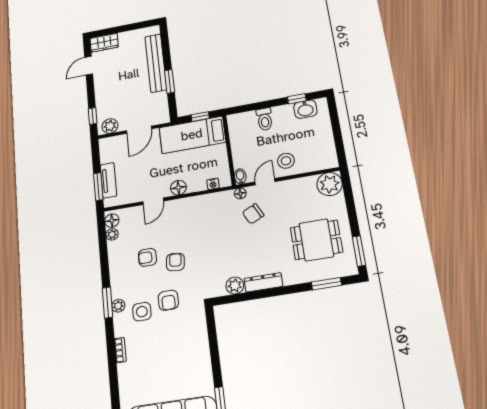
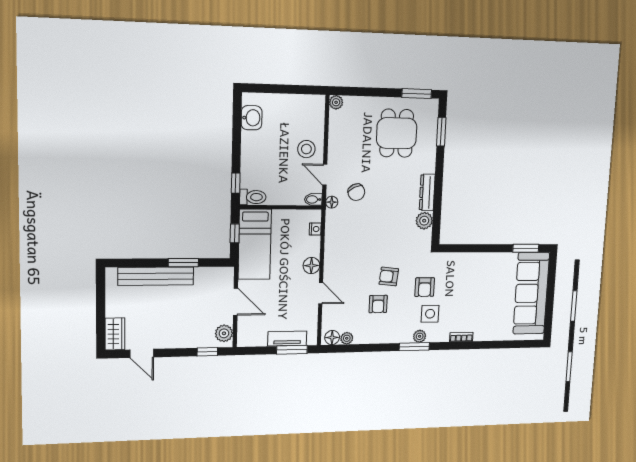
window: (297, 99) -> (236, 183), moved
toilet: (265, 119) -> (253, 197), moved
plant: (330, 184) -> (336, 102), width x0.53, depth x0.53
armchair: (168, 300) -> (425, 287), turned 90

